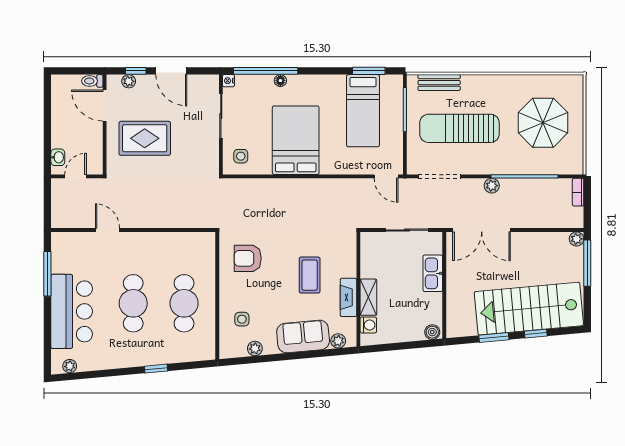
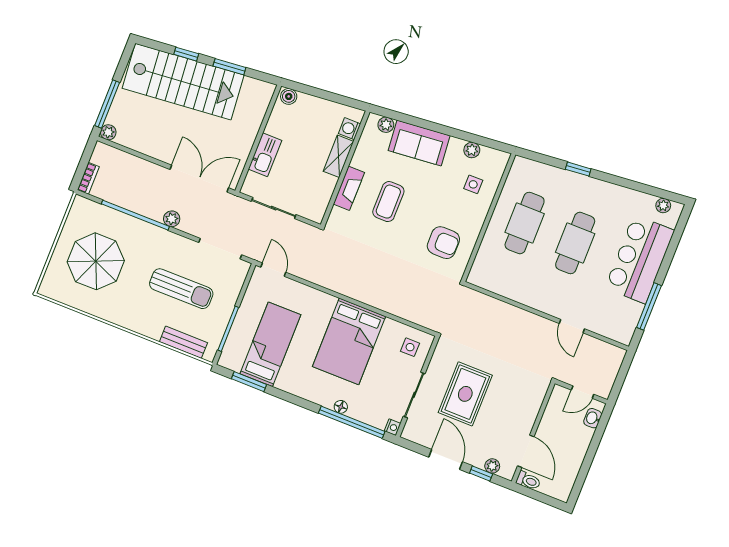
sun lounger: (459, 128) -> (181, 289), width x0.73, depth x0.75
rug: (145, 138) -> (465, 394), moved, turned 90
fireplace: (348, 297) -> (349, 188), moved

